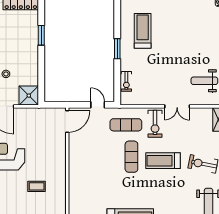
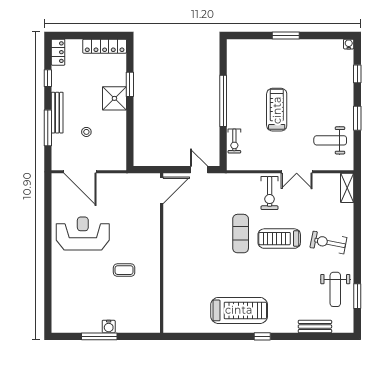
treadmill: (143, 31) -> (277, 110), moved
window: (117, 49) -> (223, 101), width x2.11
shower: (29, 96) -> (114, 98), moved
exercise mat: (126, 125) -> (234, 194), removed

